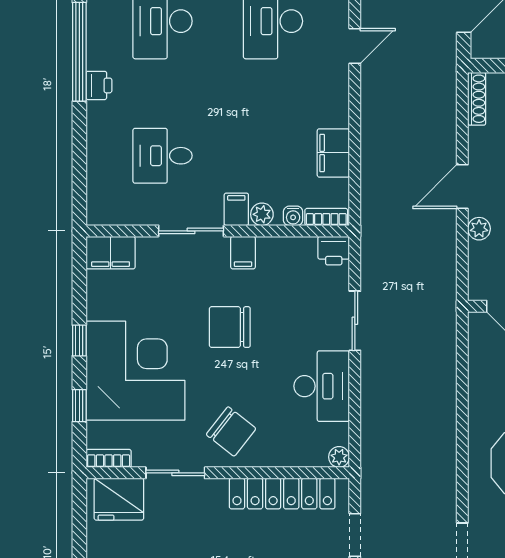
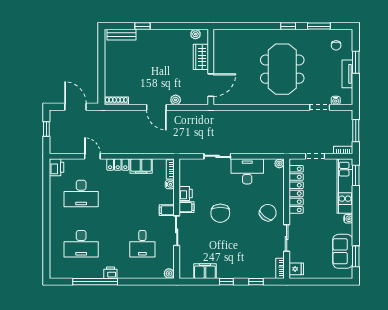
locker: (337, 102) -> (118, 165), added
plant: (262, 214) -> (169, 273), moved
printer: (334, 251) -> (186, 193), moved
filing cabinet: (111, 253) -> (205, 271), moved, turned -90
corner desk: (135, 371) -> (240, 256), removed
fridge: (119, 499) -> (296, 269), width x0.53, depth x0.75

